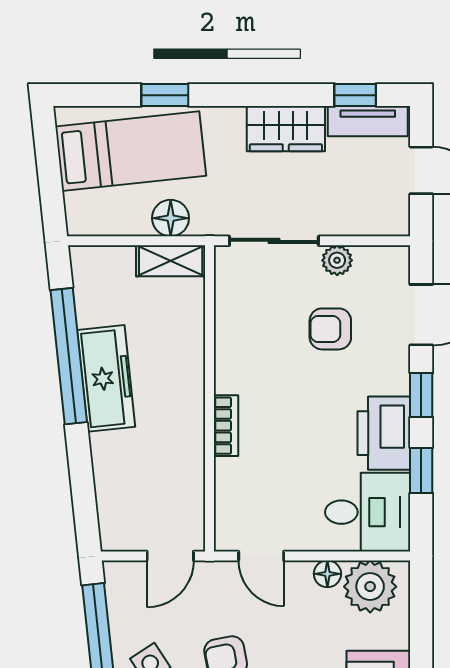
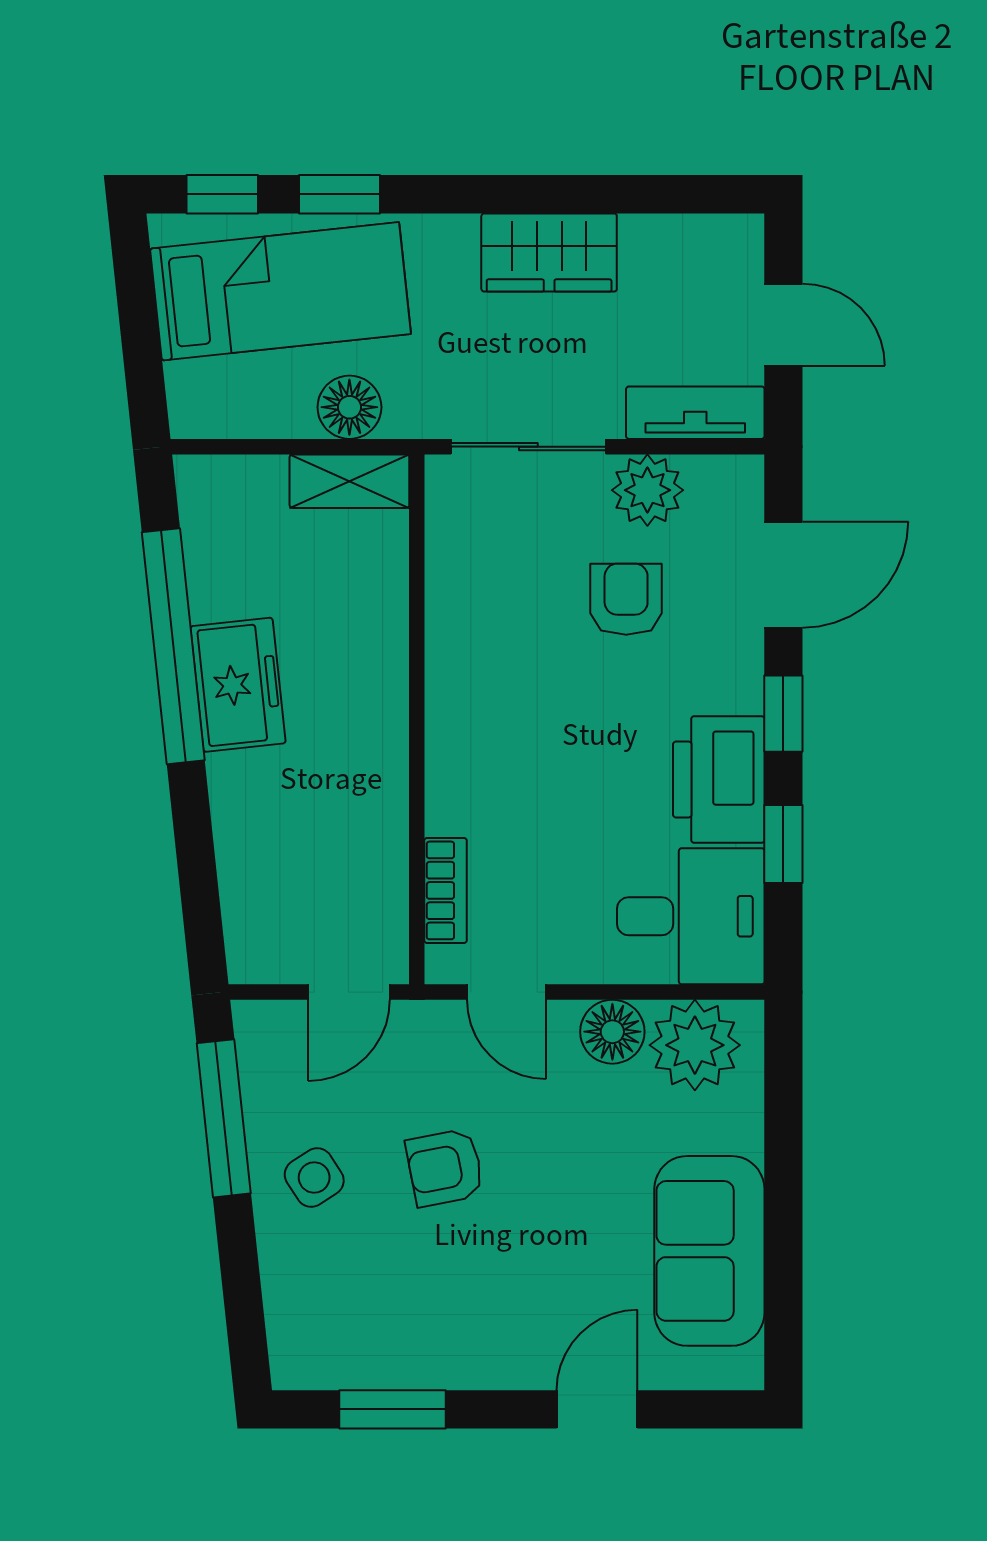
window: (355, 95) -> (222, 194), moved
tv unit: (368, 121) -> (695, 413), moved, turned 180
plant: (337, 260) -> (647, 490), width x1.38, depth x1.38
armchair: (330, 329) -> (626, 599), turned 90
freezer: (106, 378) -> (238, 685), width x0.71
bookcase: (226, 426) -> (445, 890), moved
floor lamp: (327, 574) -> (612, 1032), width x1.37, depth x1.37

